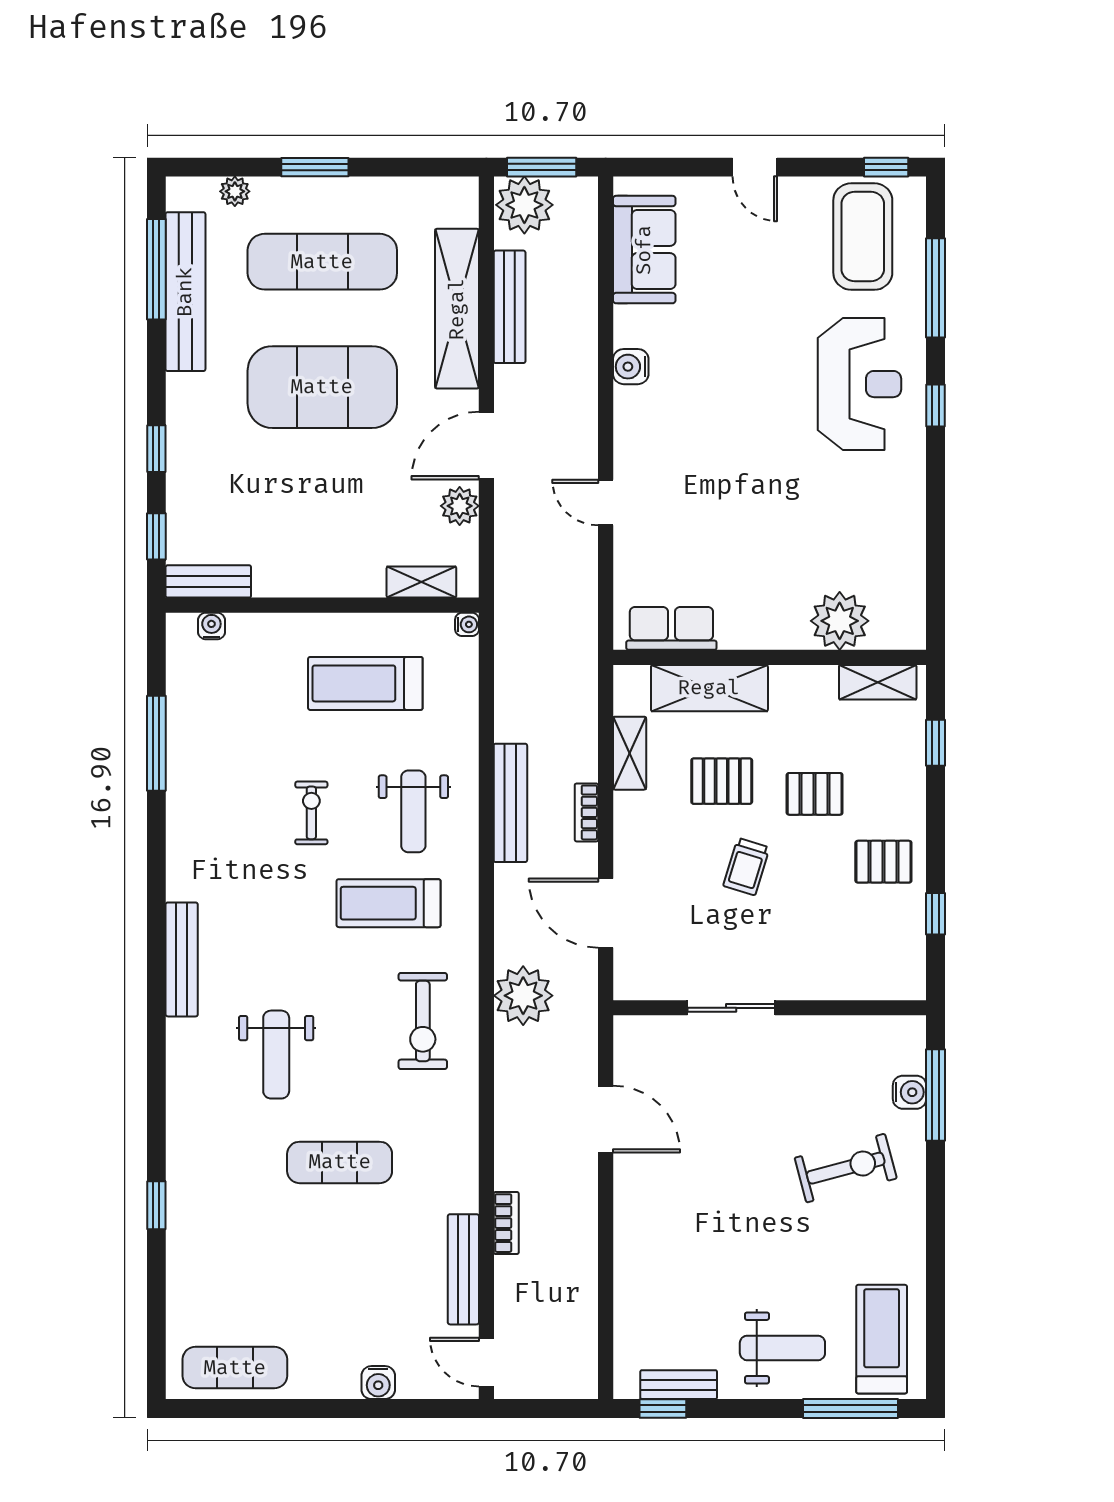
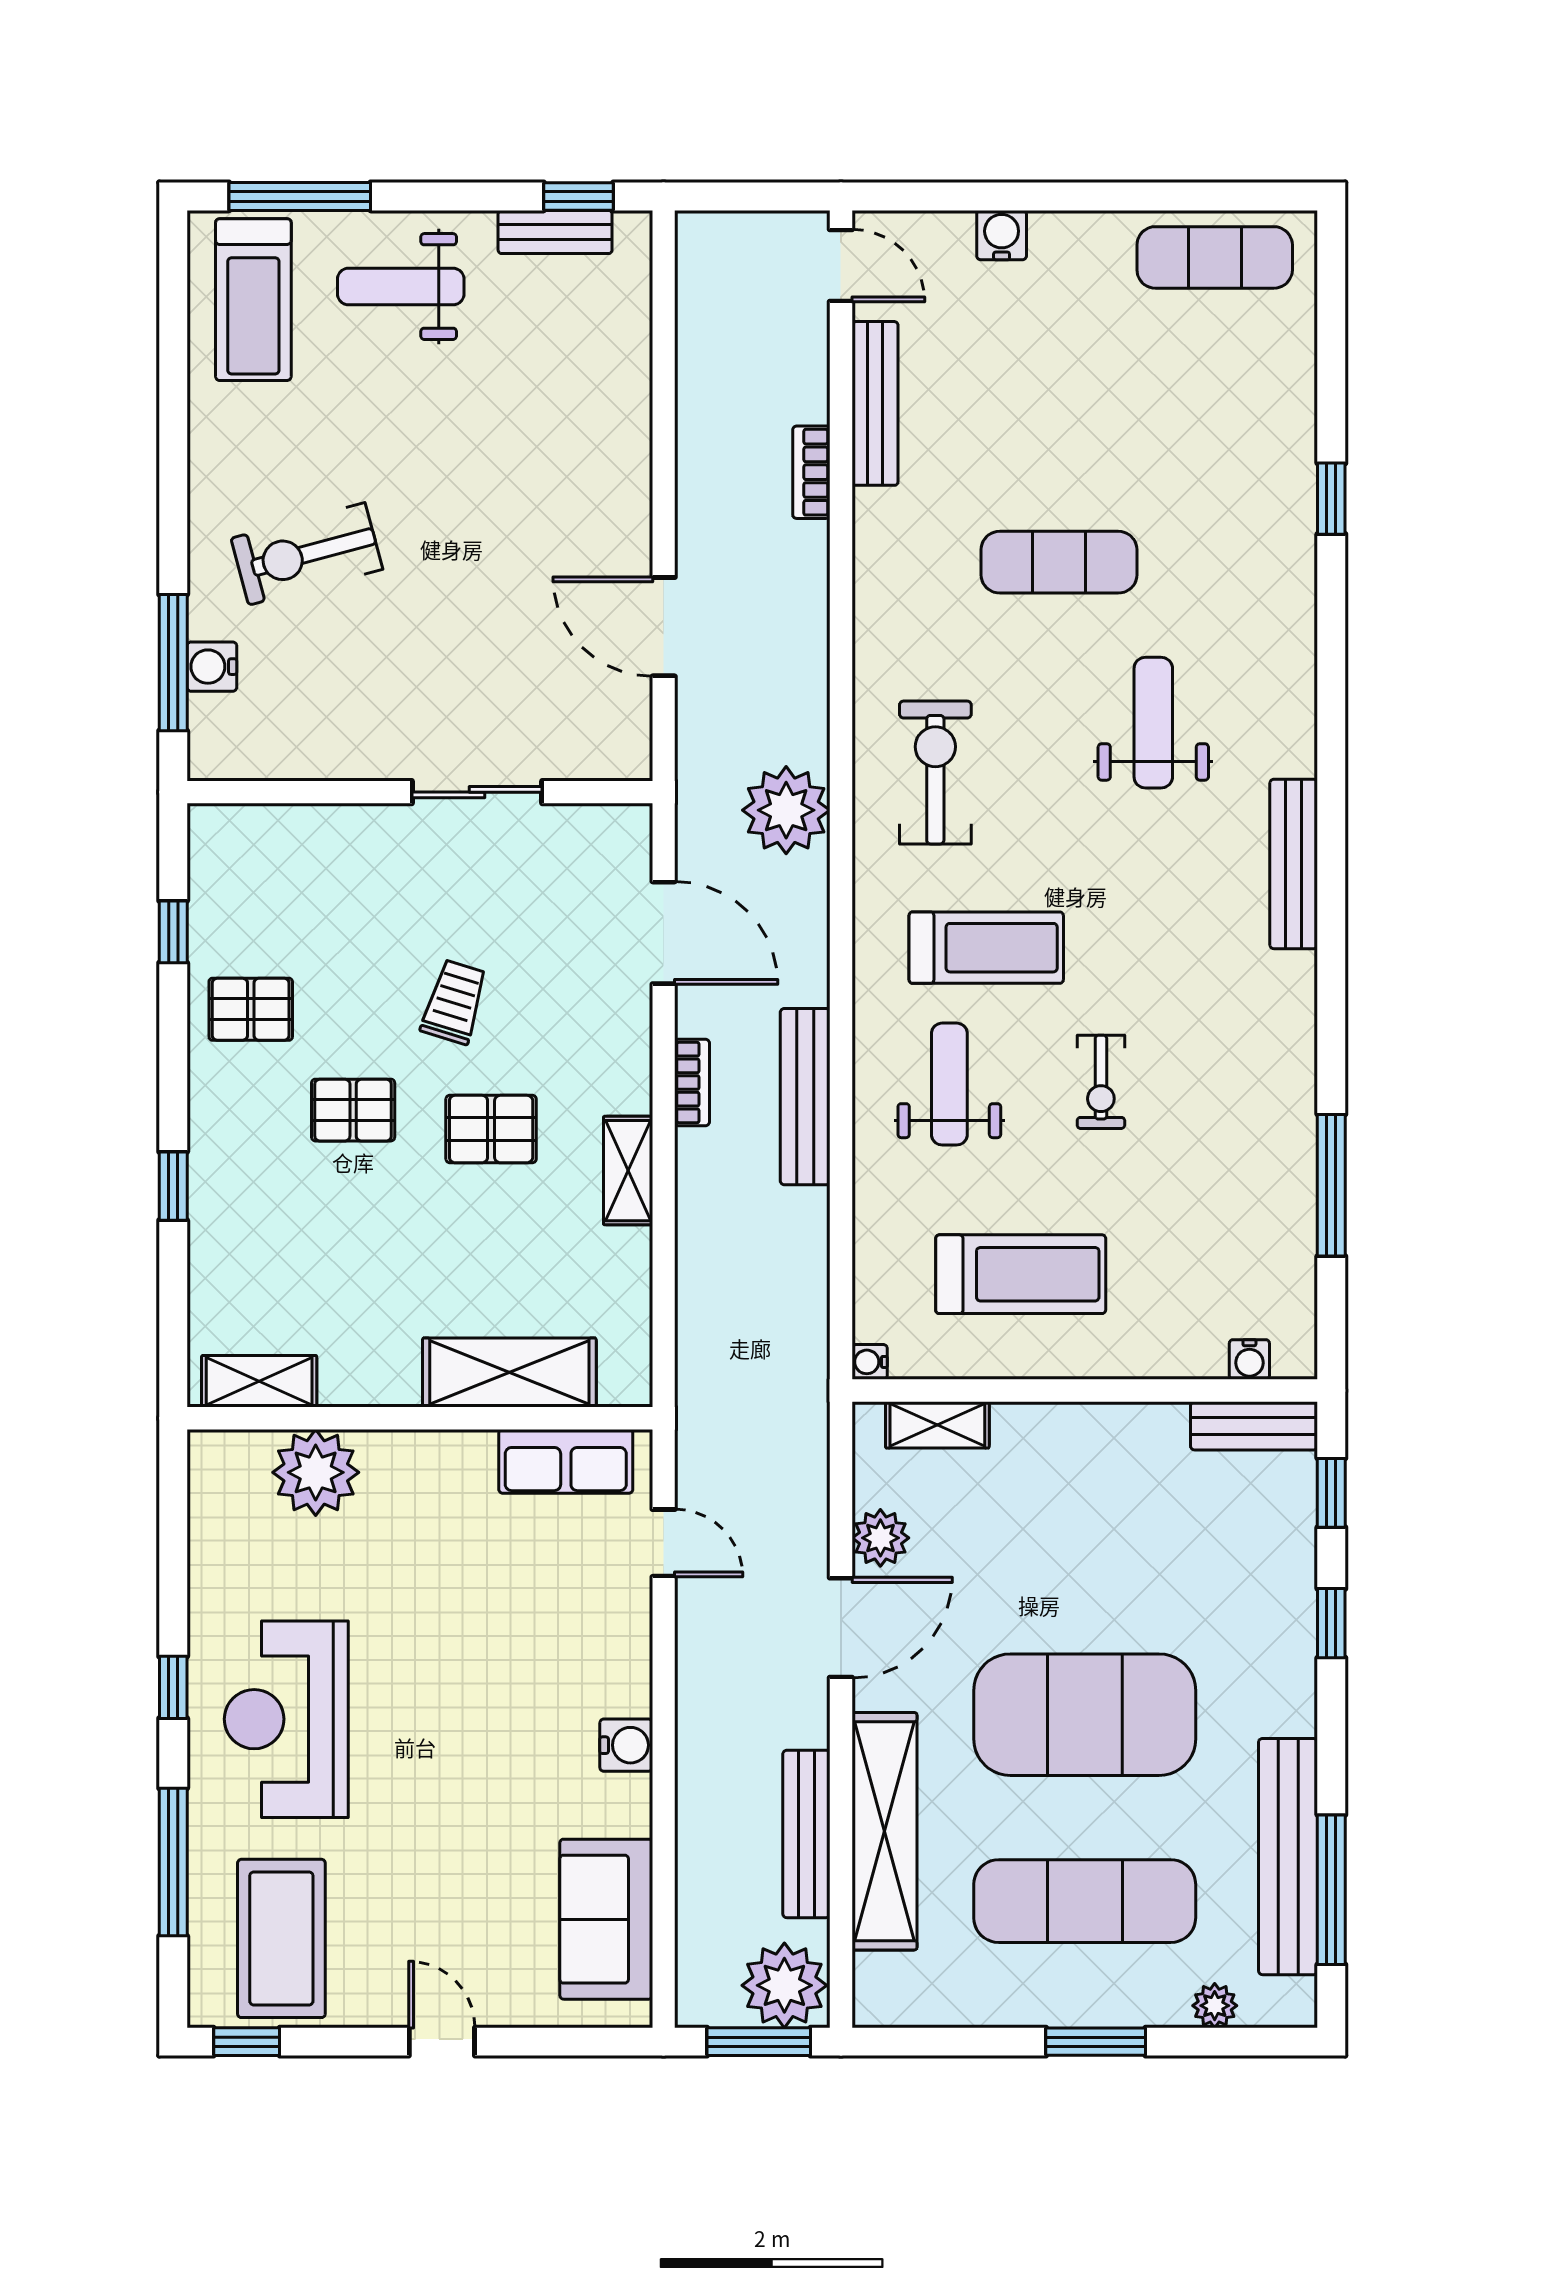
plant: (840, 621) -> (316, 1472), moved
row of seats: (671, 628) -> (566, 1461), moved
wall: (770, 657) -> (420, 1418), moved
shelving: (878, 682) -> (259, 1381), moved
shelving: (709, 688) -> (509, 1372), moved

